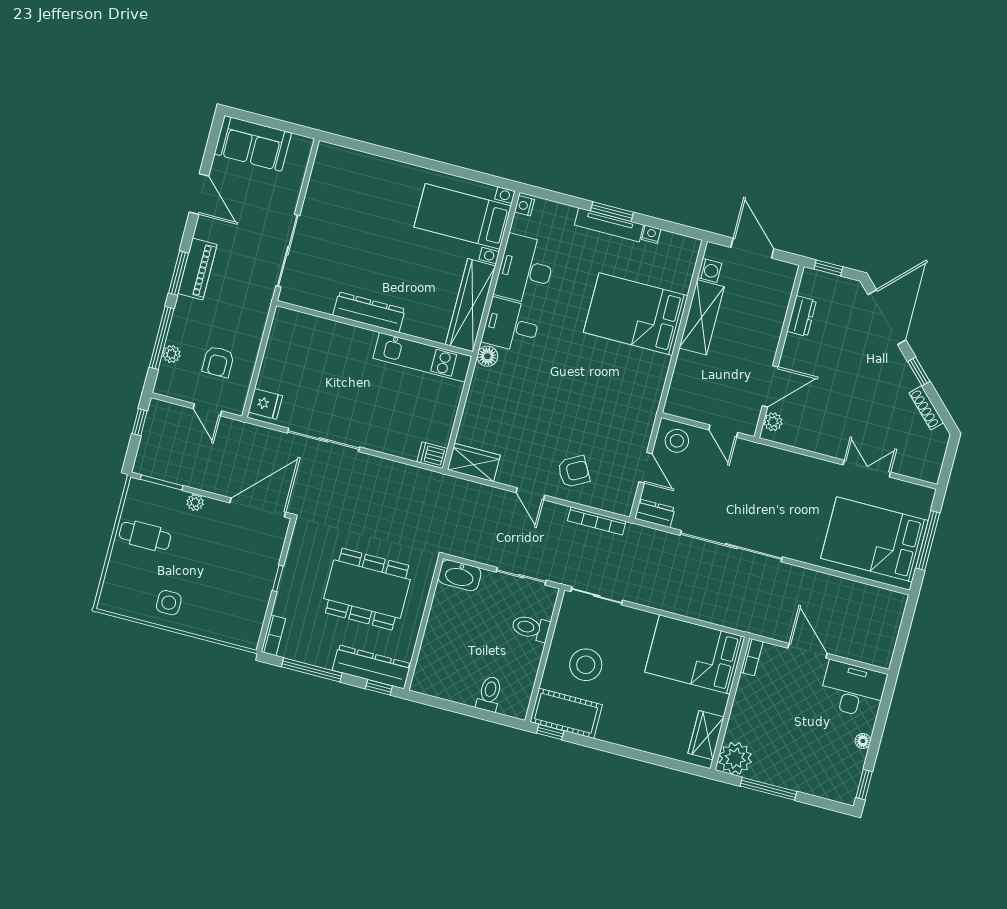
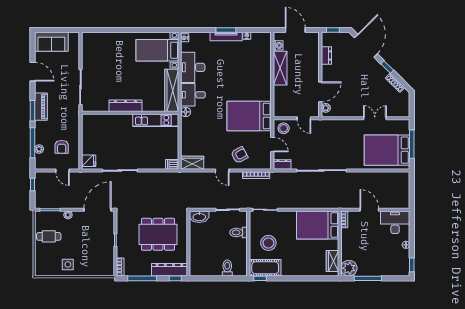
bed: (636, 314) -> (249, 116), moved

